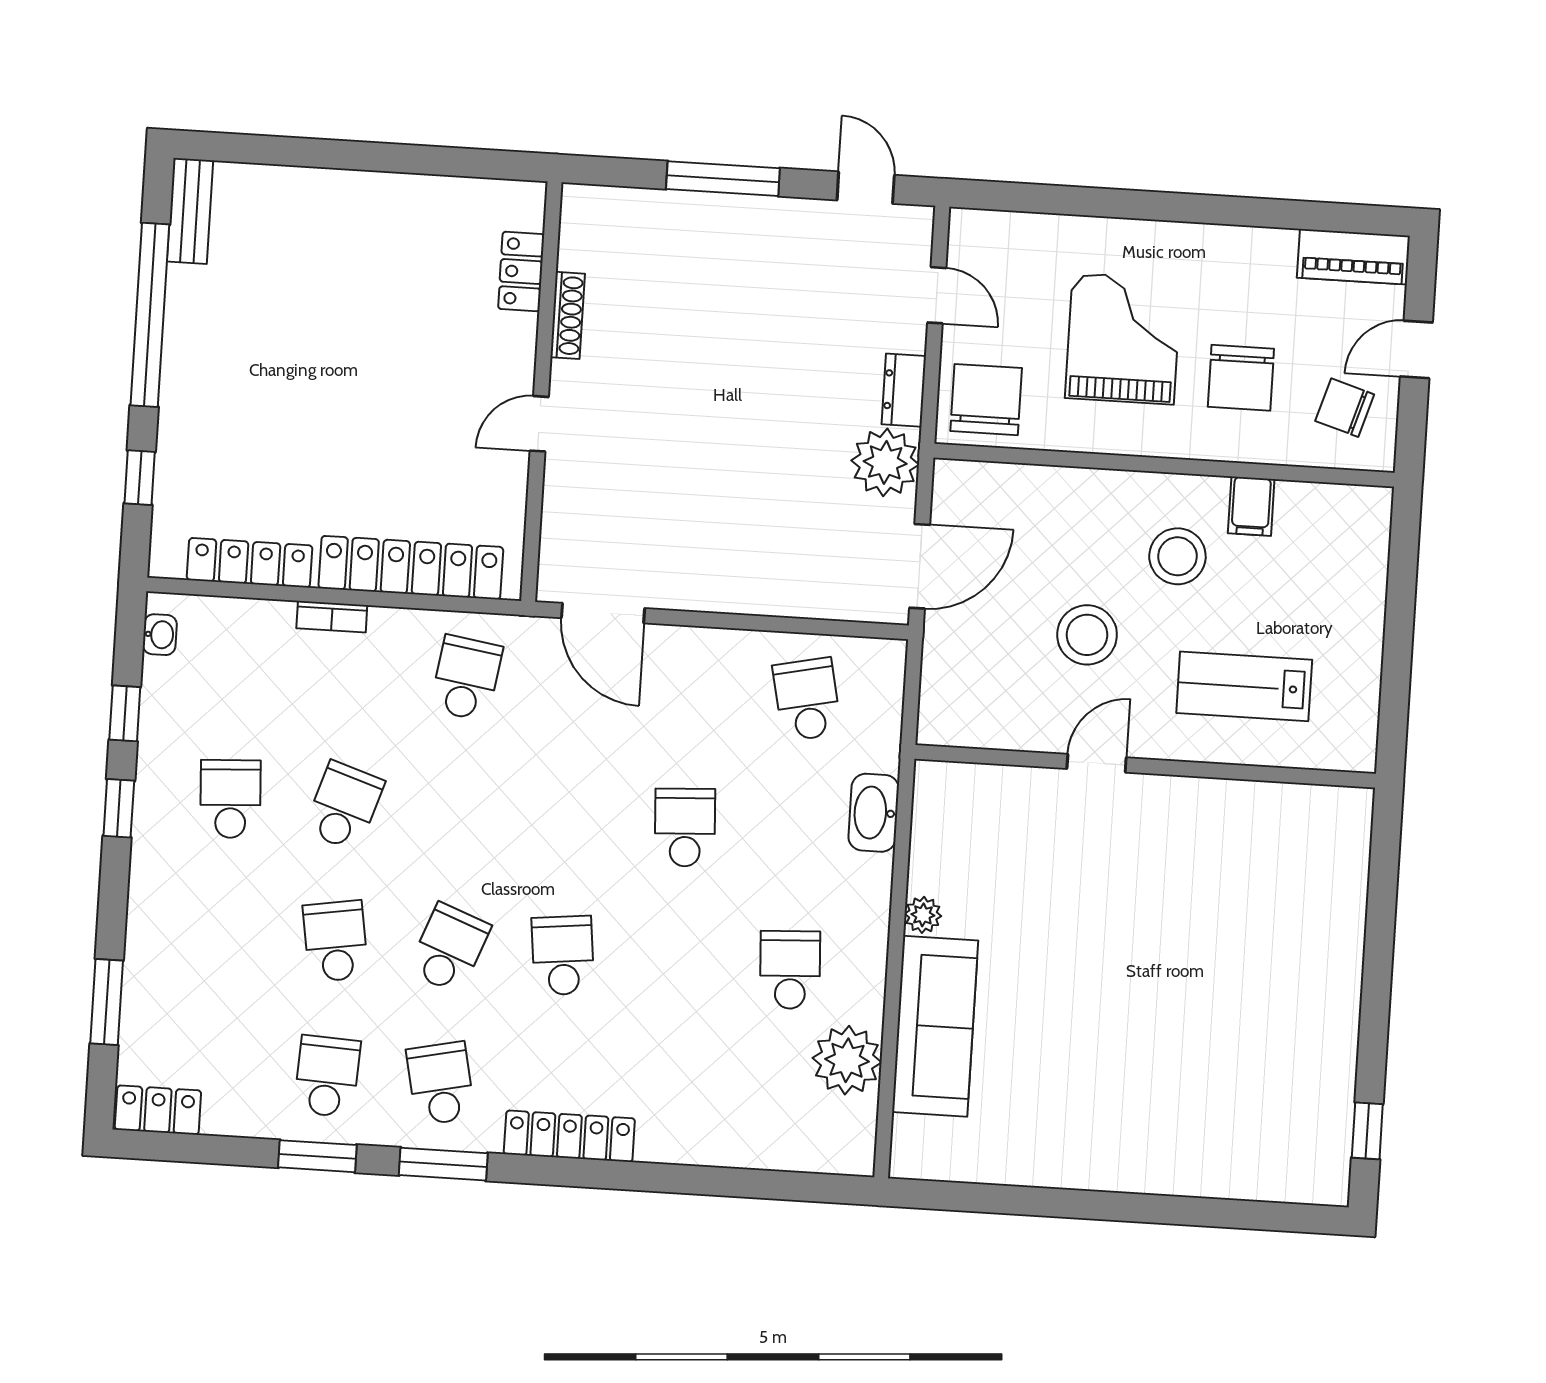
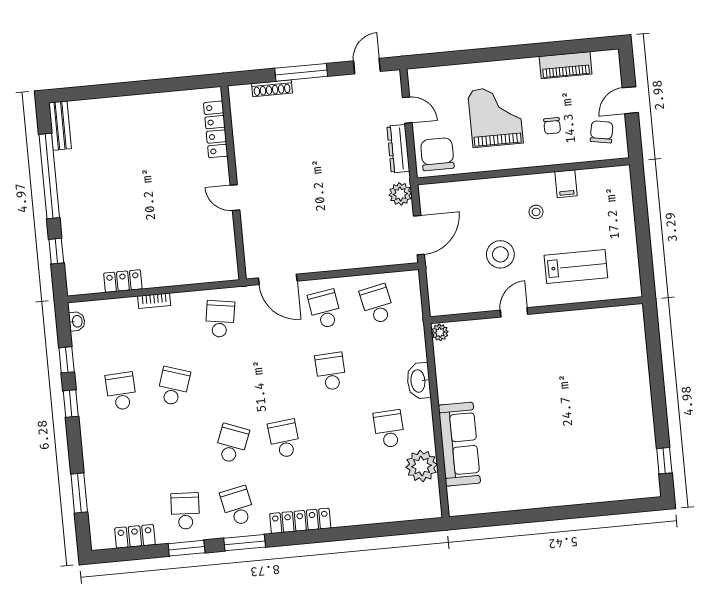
door: (866, 188) -> (367, 66), hinge flipped
piano: (1353, 257) -> (566, 65), moved
locker: (521, 271) -> (216, 129), width x1.53
shoe rack: (568, 315) -> (272, 88), moved, turned 90
chair: (1241, 378) -> (552, 126), width x0.54, depth x0.54
dresser: (904, 390) -> (398, 149), width x1.44
chair: (1345, 408) -> (602, 132), turned 83
door: (539, 424) -> (235, 198), hinge flipped
plant: (885, 462) -> (400, 194), width x0.73, depth x0.73
stool: (1177, 556) -> (536, 212), width x0.53, depth x0.53
locker: (250, 563) -> (123, 281), width x0.66
locker: (411, 568) -> (187, 273), removed
lab bench: (1244, 686) -> (576, 267), turned 180
washbasin: (874, 813) -> (419, 381), moved
plant: (923, 915) -> (440, 332), moved
school desk: (336, 941) -> (325, 309), moved
locker: (158, 1110) -> (135, 536), moved

